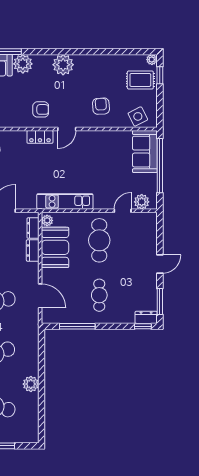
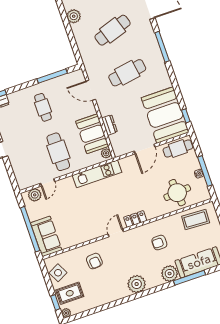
armchair: (41, 109) -> (159, 243), moved
side table: (138, 116) -> (58, 273), moved
dresser: (33, 228) -> (116, 143), removed

